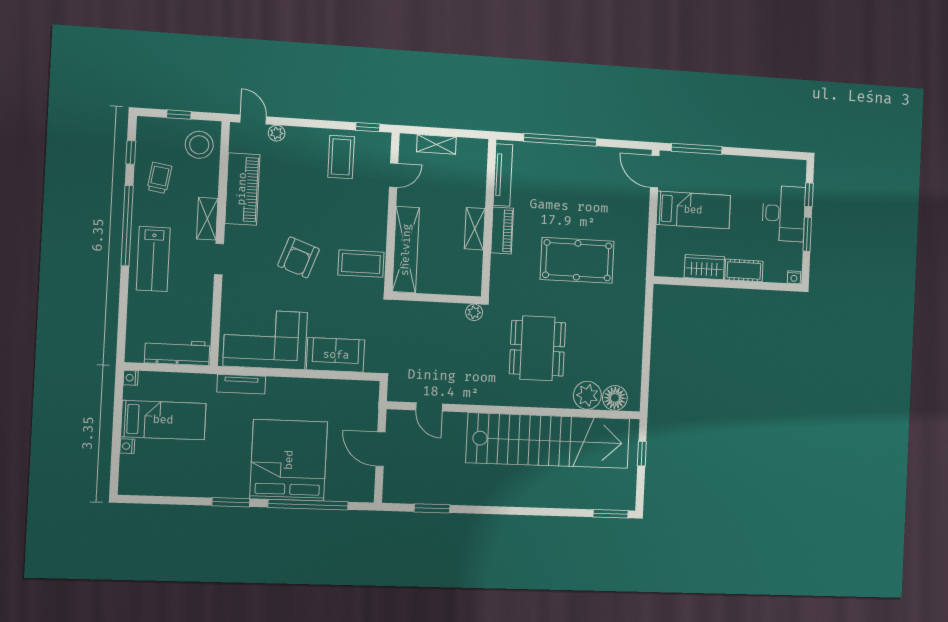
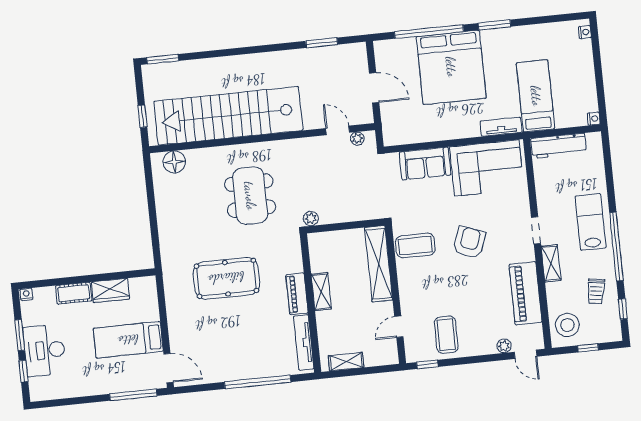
shelving: (436, 144) -> (346, 362), moved
plant: (587, 395) -> (357, 139), moved, width x0.53, depth x0.53
bed: (163, 420) -> (536, 96), moved, turned 90
nightstand: (127, 446) -> (585, 32), moved

